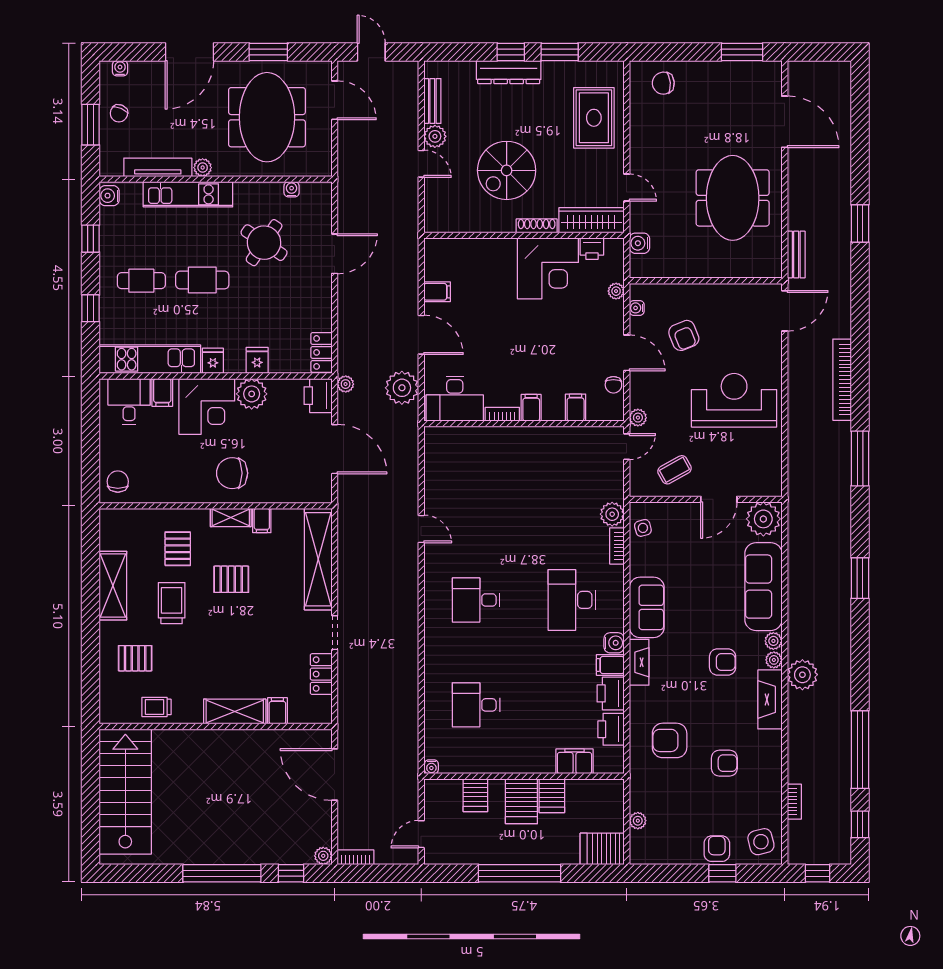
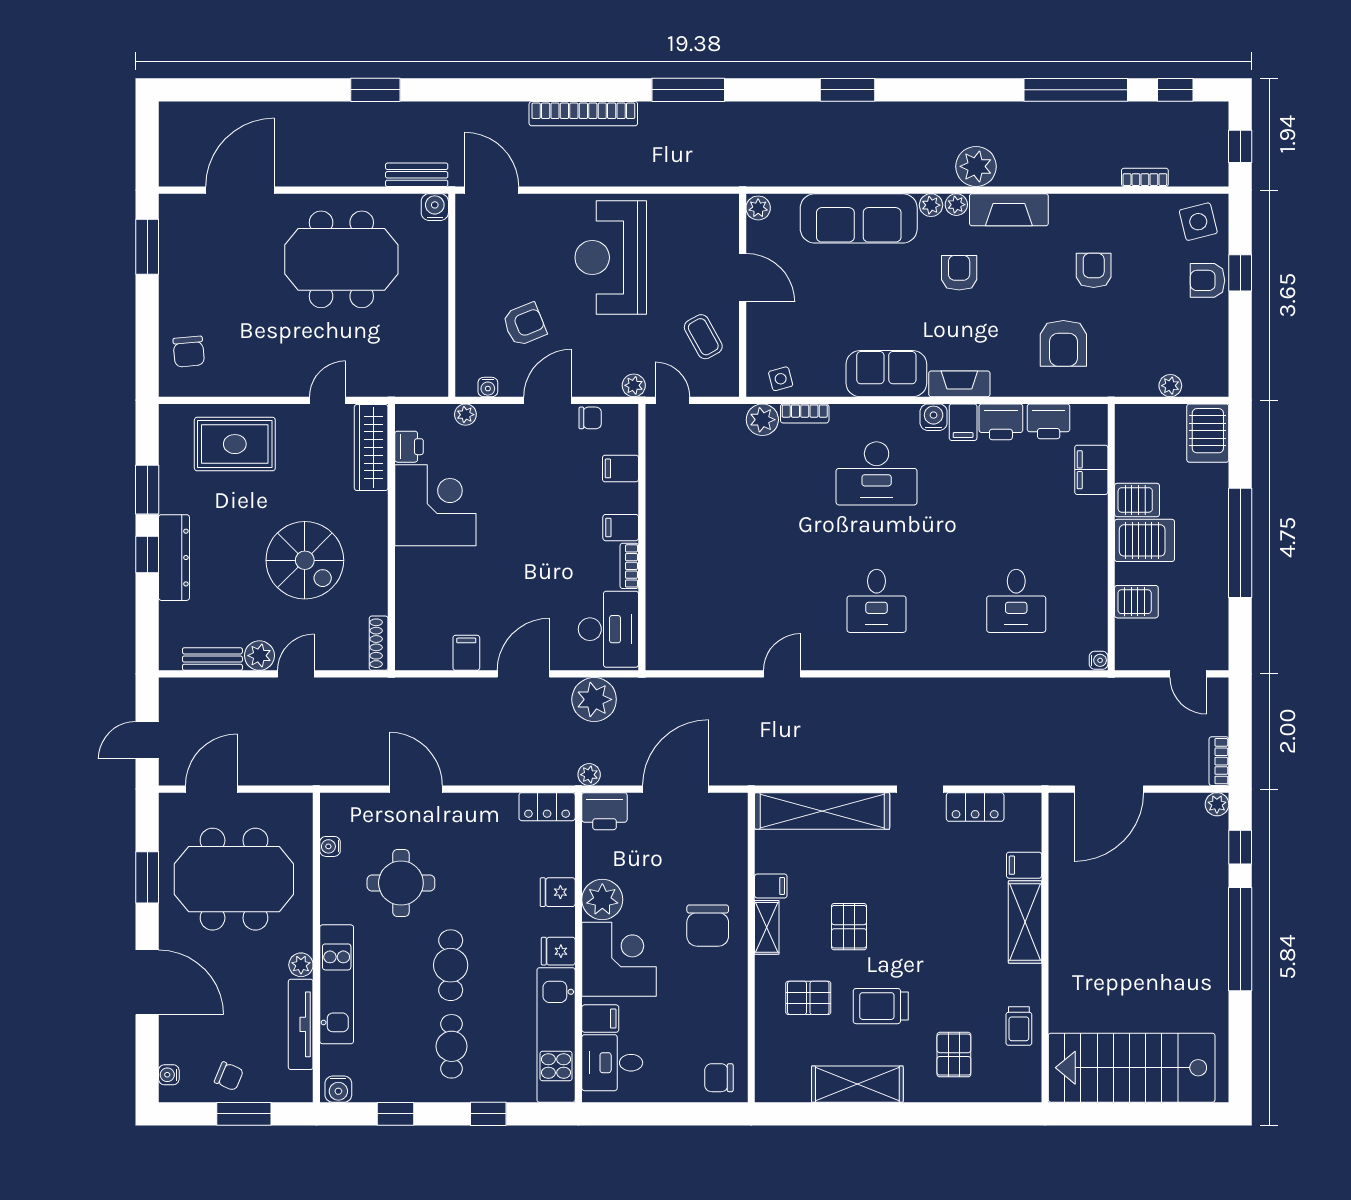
shoe rack: (537, 226) -> (379, 643), moved
round table: (264, 243) -> (401, 883), turned -34
water cooler: (639, 243) -> (435, 207), moved, turned 180
plant: (763, 519) -> (758, 208), width x0.53, depth x0.53

